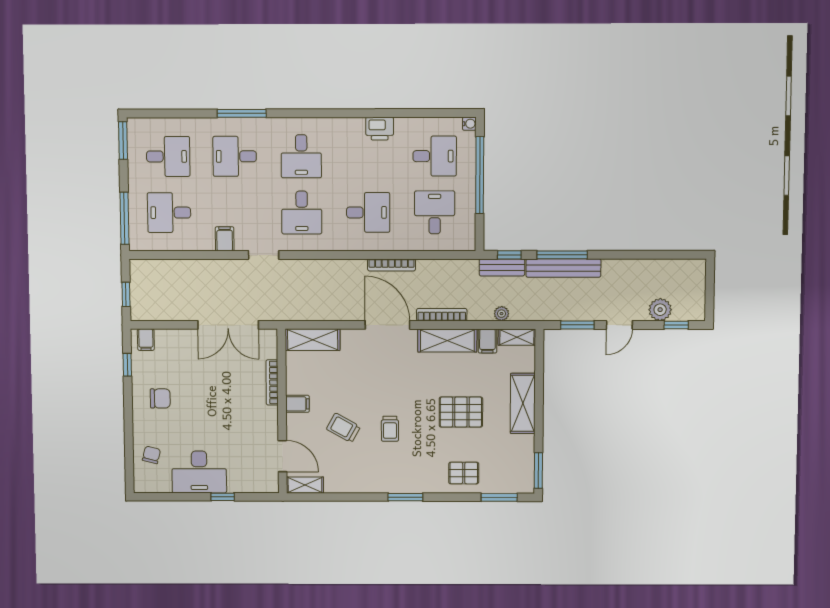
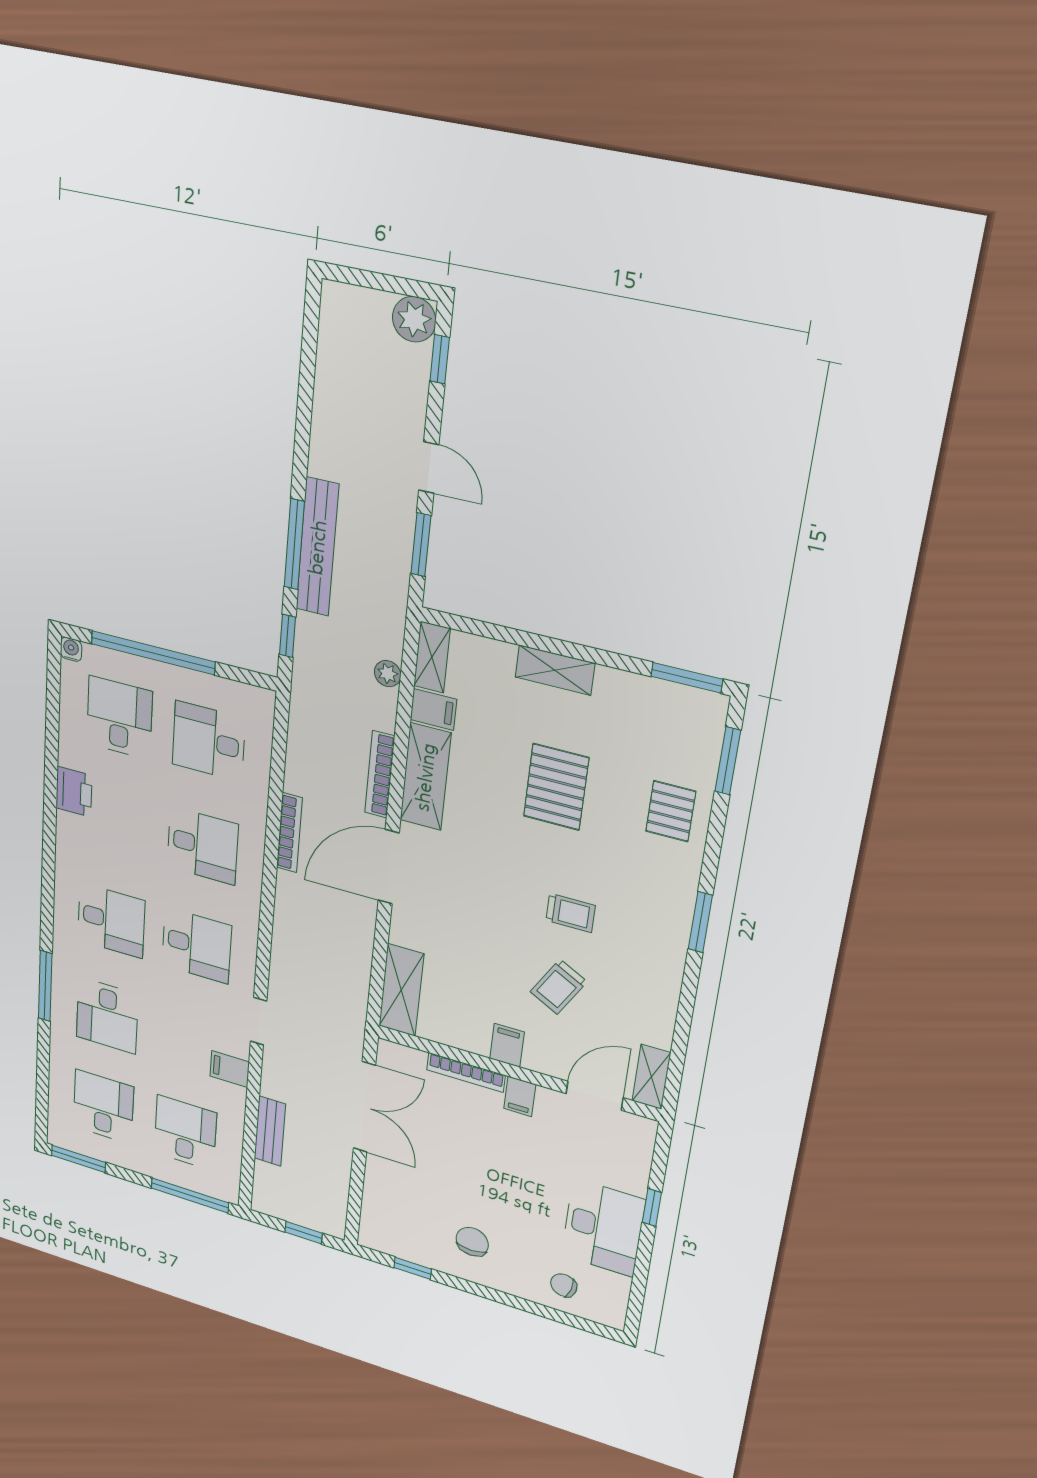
desk: (368, 212) -> (202, 846), turned 90
desk: (169, 213) -> (185, 1133), turned 180
bench: (502, 267) -> (270, 1131), moved
plant: (660, 310) -> (414, 319), moved
filing cabinet: (146, 340) -> (520, 1096), moved, turned 90
shelving: (523, 403) -> (555, 670), width x0.67, depth x0.75

